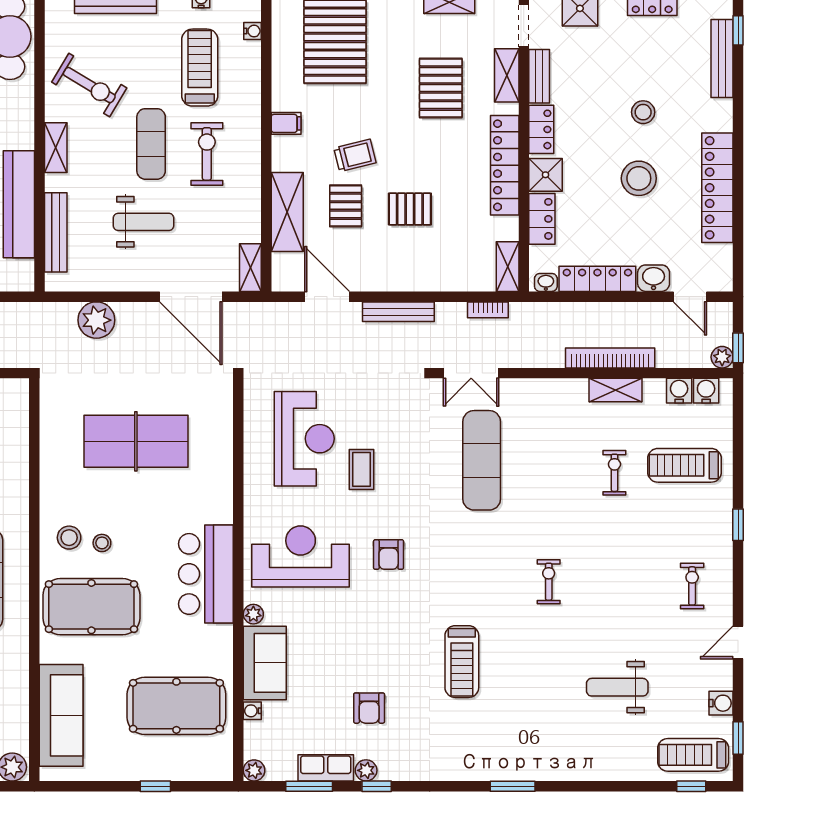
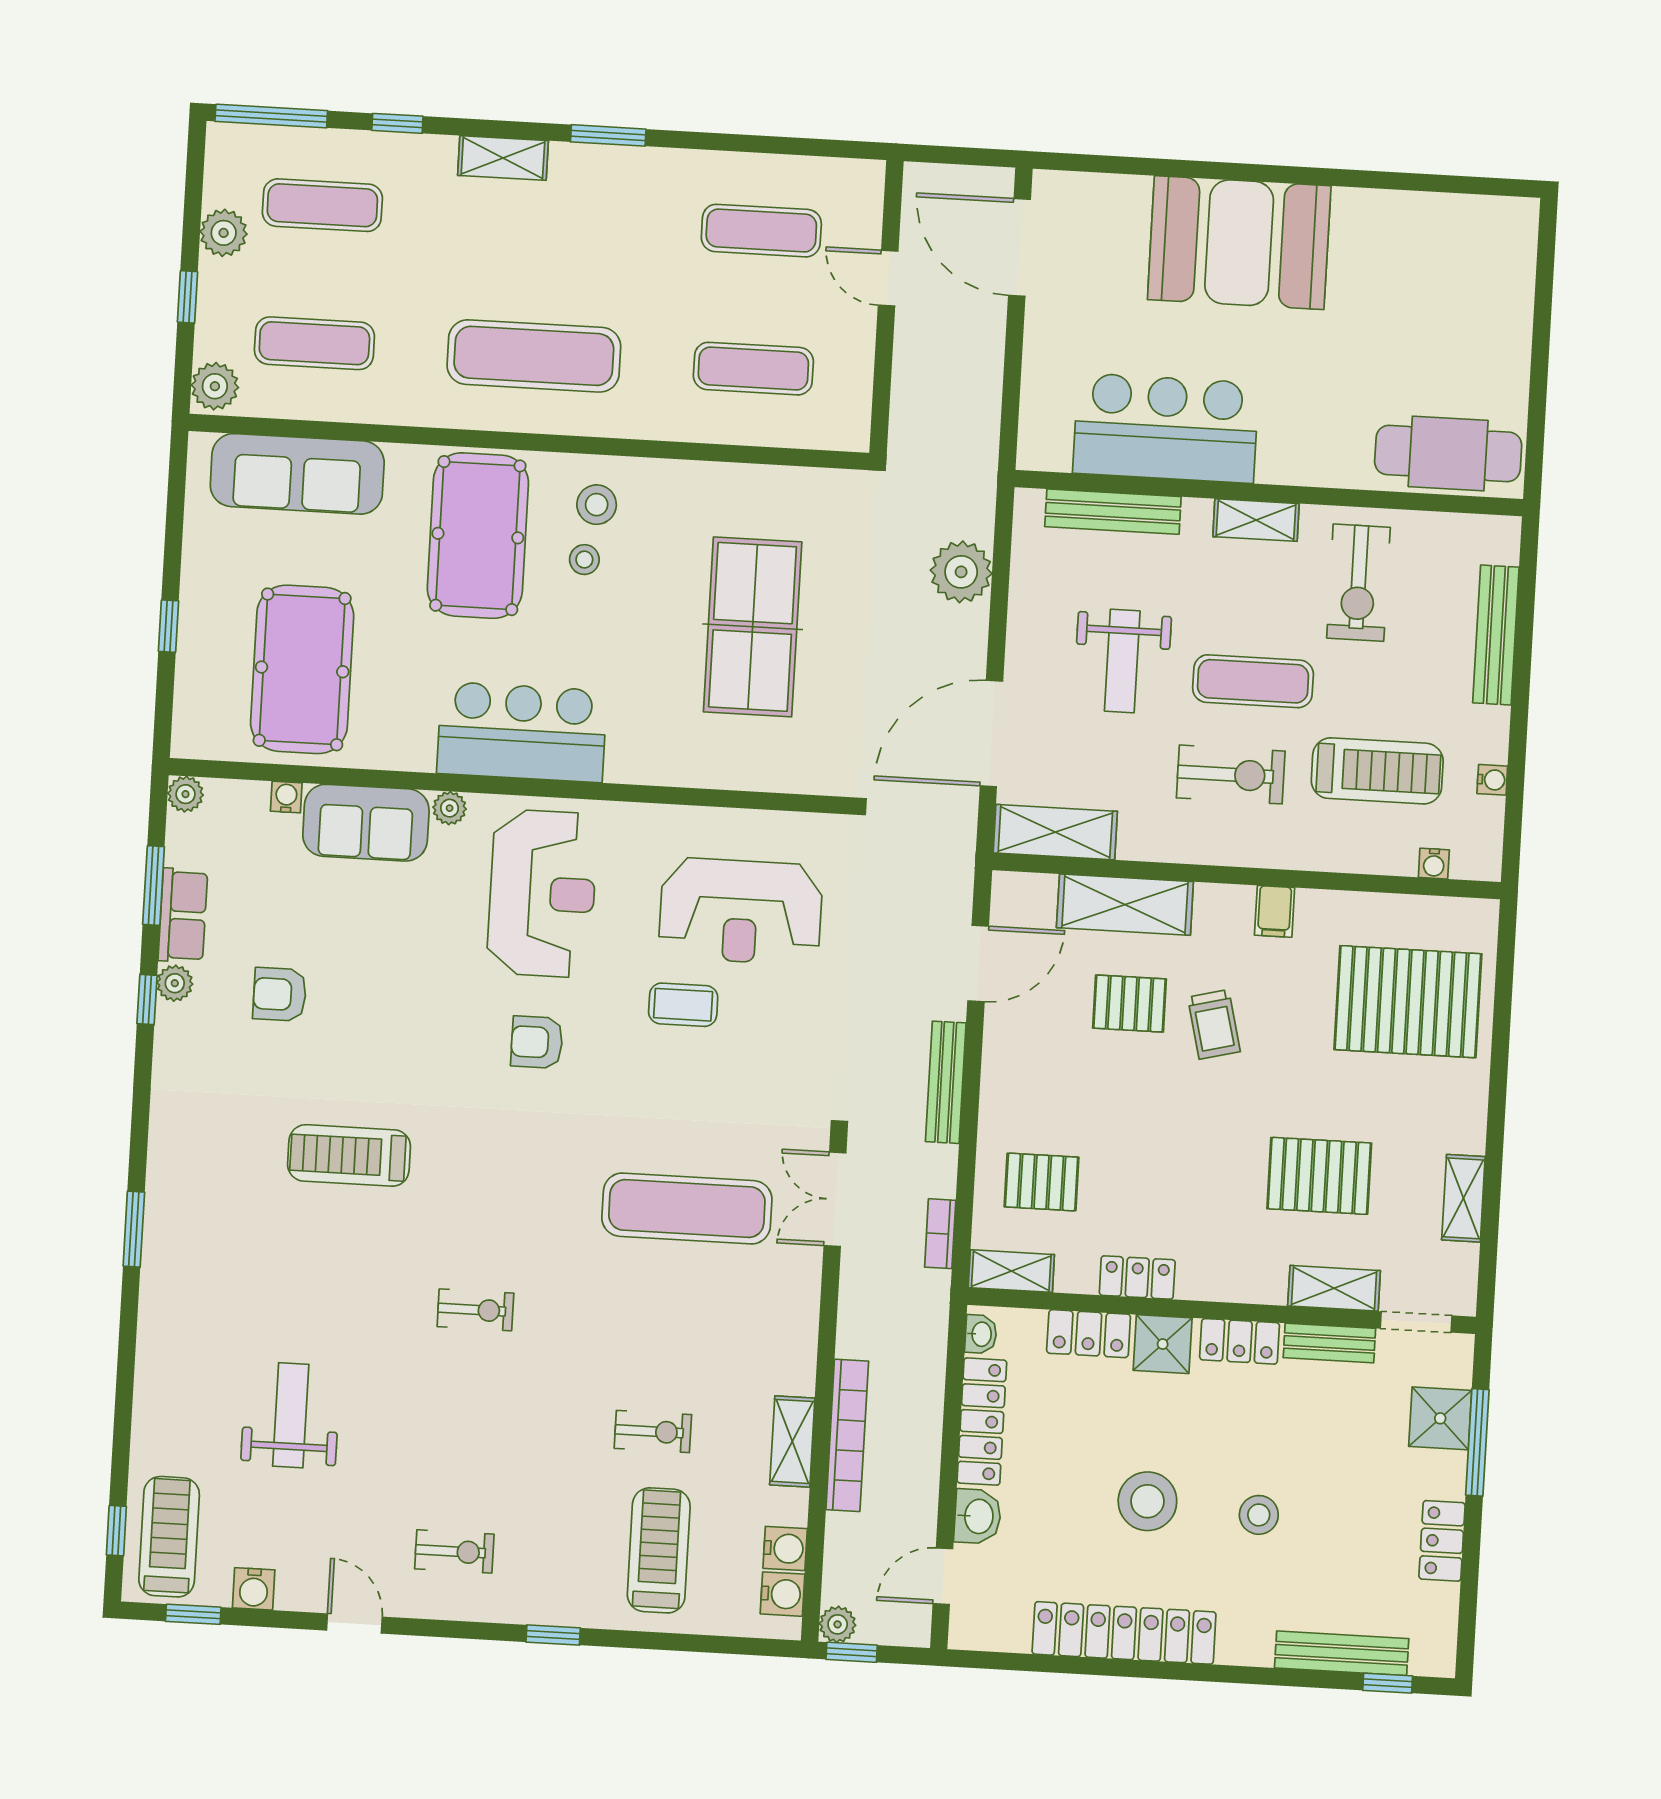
exercise bike: (89, 85) -> (1358, 583), turned -31
locker: (505, 165) -> (1137, 1278), width x0.46, depth x0.83
pallet: (410, 209) -> (1042, 1182), moved, turned 90
shelving: (250, 268) -> (1055, 832), width x1.50, depth x1.33

